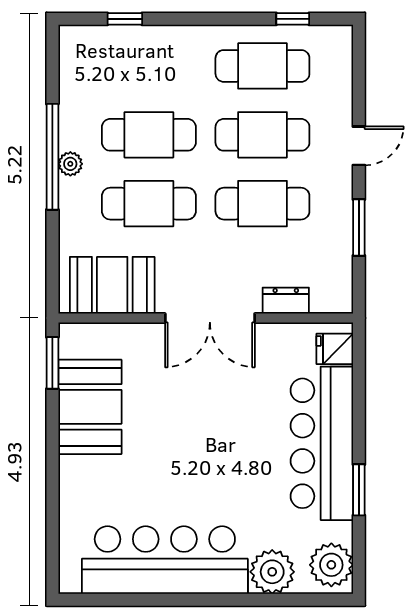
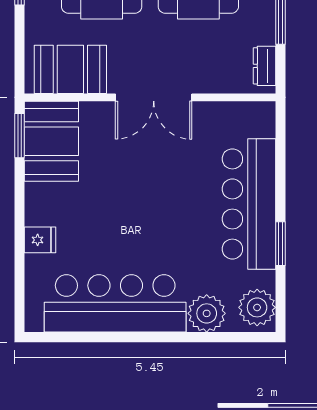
dresser: (286, 301) -> (264, 66), moved, turned -90
fridge: (335, 349) -> (40, 240), moved, turned 180
booth: (90, 407) -> (51, 141), moved

